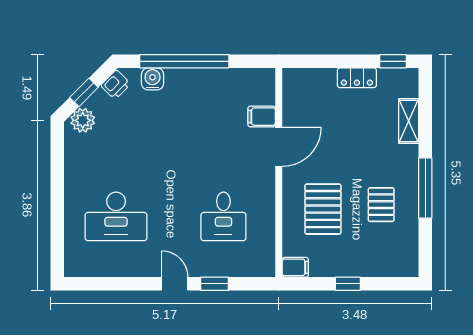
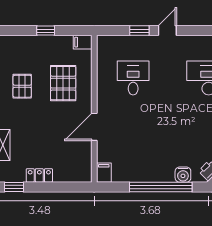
filing cabinet: (262, 117) -> (104, 173), moved, turned -90
door: (175, 284) -> (167, 31), swing flipped

